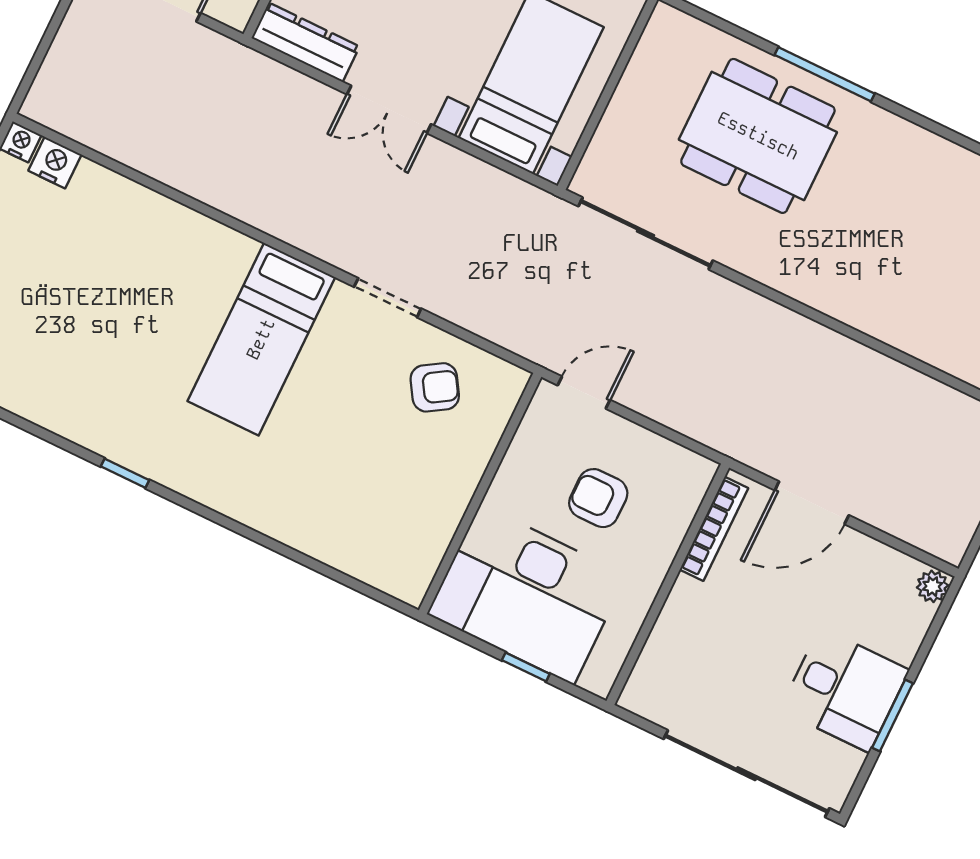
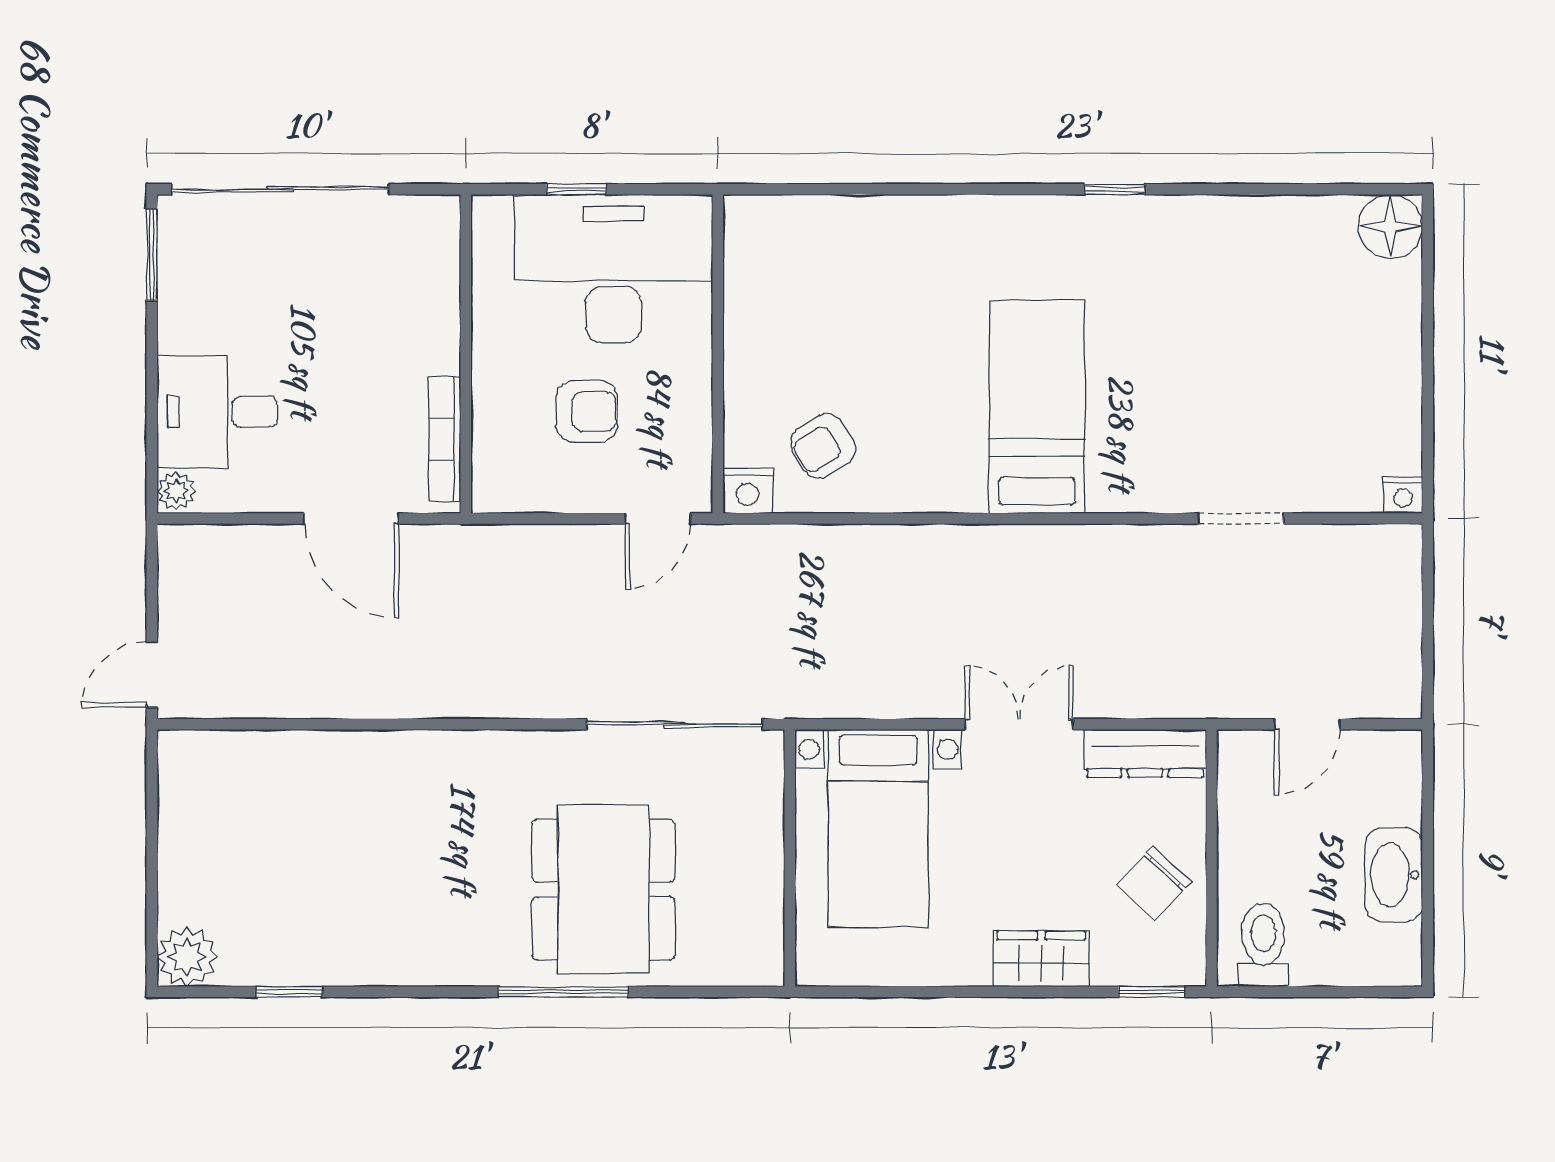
dining table: (758, 136) -> (603, 889), turned 90
nightstand: (55, 163) -> (748, 491), moved
doorway: (388, 298) -> (1241, 519), moved
door: (812, 503) -> (352, 519), swing flipped
desk: (845, 690) -> (217, 412), moved
window: (893, 715) -> (152, 255), moved

